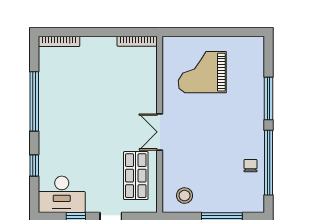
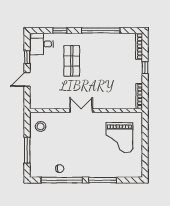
window: (92, 32) -> (145, 68), added
grand piano: (202, 72) -> (119, 138), turned 180
shop shelf: (136, 176) -> (72, 61), moved, turned 90
desk: (62, 194) -> (41, 44), width x0.73

